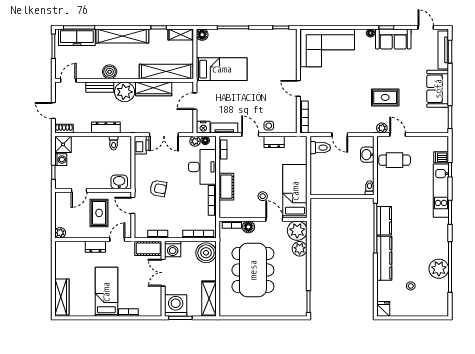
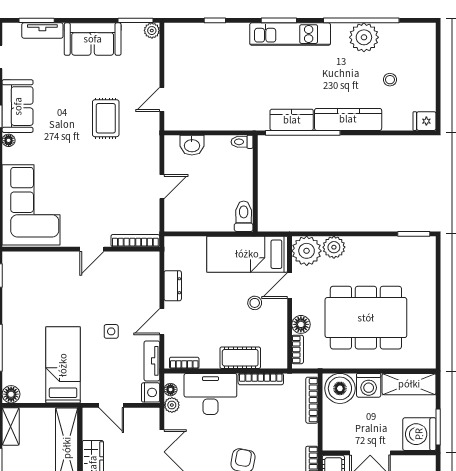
tv unit: (443, 50) -> (42, 31), width x0.71
side table: (269, 126) -> (111, 331), moved
plant: (382, 128) -> (152, 31), moved
toilet: (320, 148) -> (244, 216), moved
dishwasher: (441, 157) -> (196, 34), removed
cafe table: (395, 160) -> (200, 104), removed
kitchen unit: (441, 191) -> (290, 34), moved
washing machine: (173, 249) -> (369, 385), moved, turned 90

